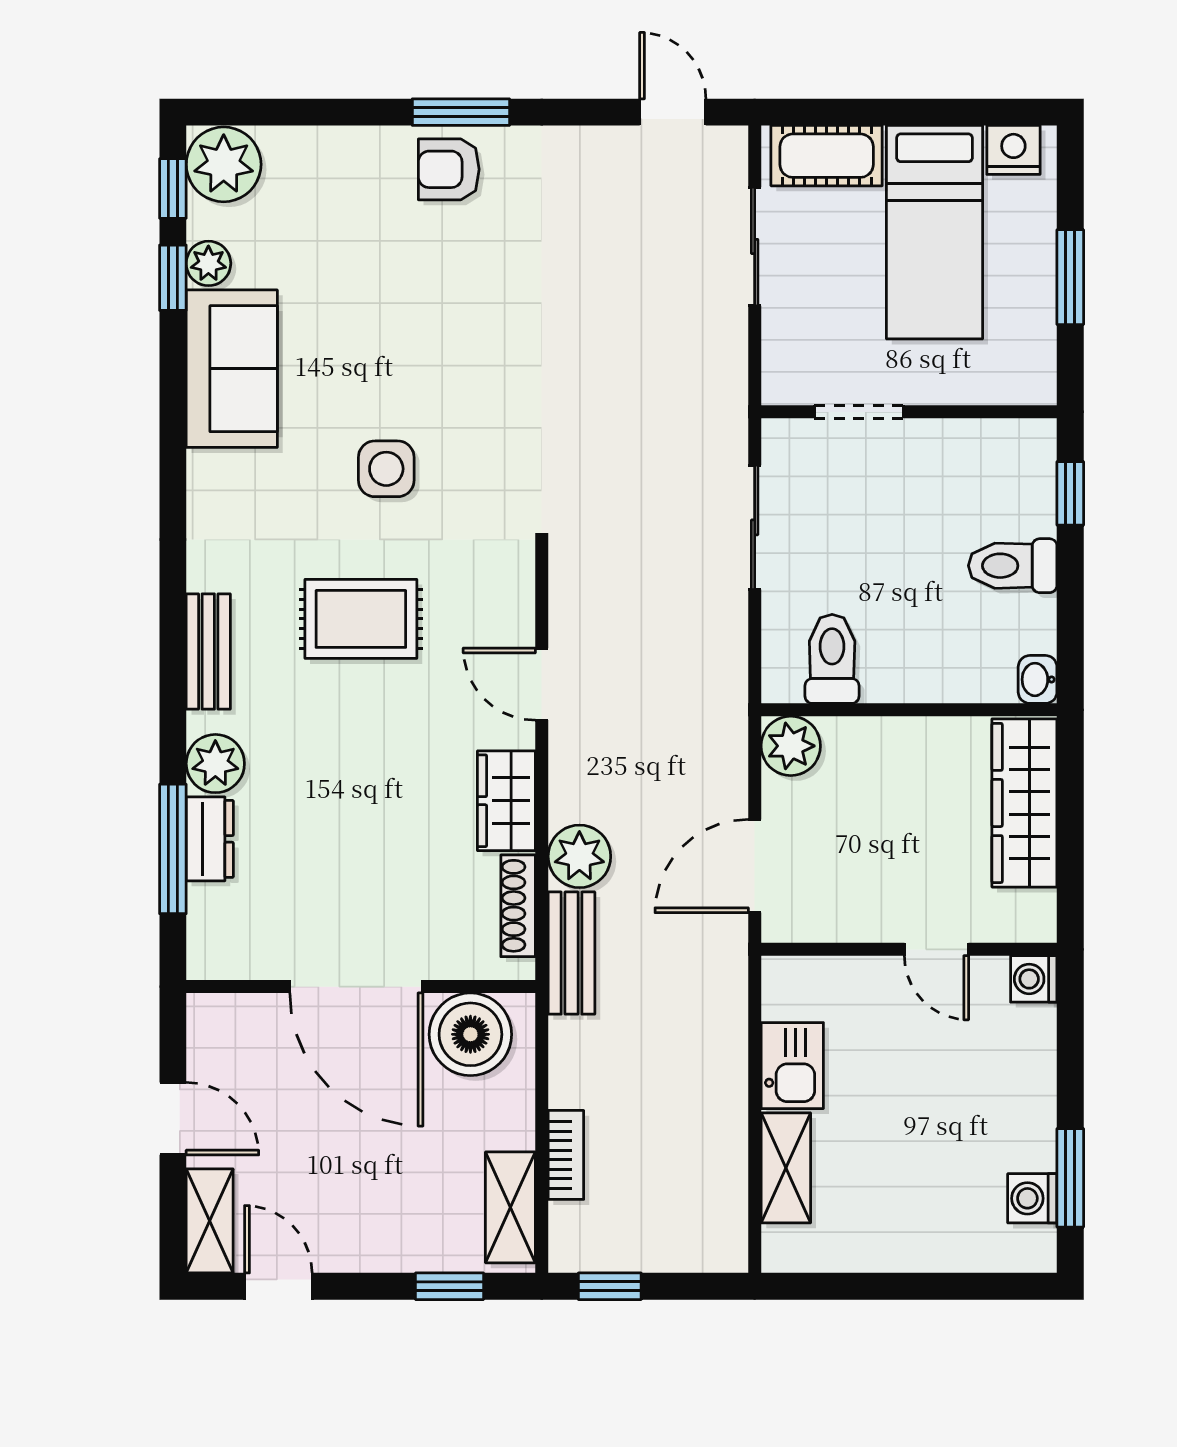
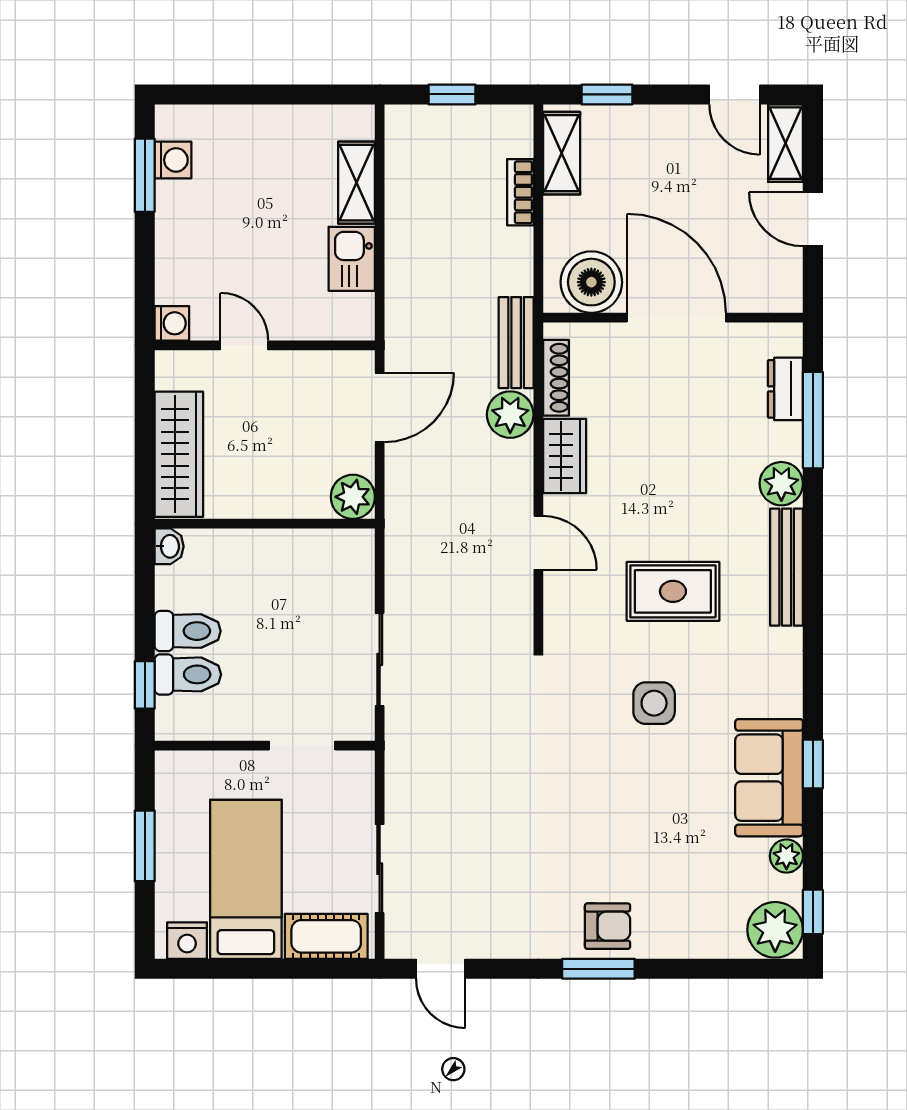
window: (173, 278) -> (813, 764), moved
bench: (208, 651) -> (787, 567), width x1.36
toilet: (832, 659) -> (188, 674), moved, turned -90
dresser: (210, 839) -> (785, 389), moved
window: (610, 1286) -> (452, 94), moved

